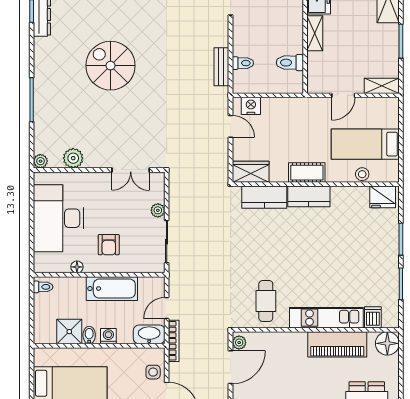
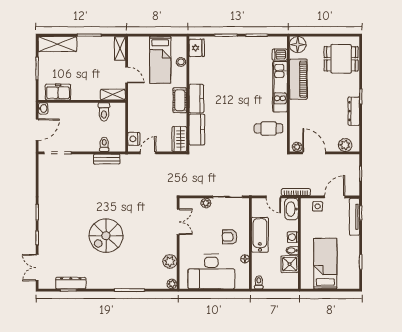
shelving: (315, 33) -> (113, 95), moved
armchair: (109, 245) -> (230, 237), turned 180

